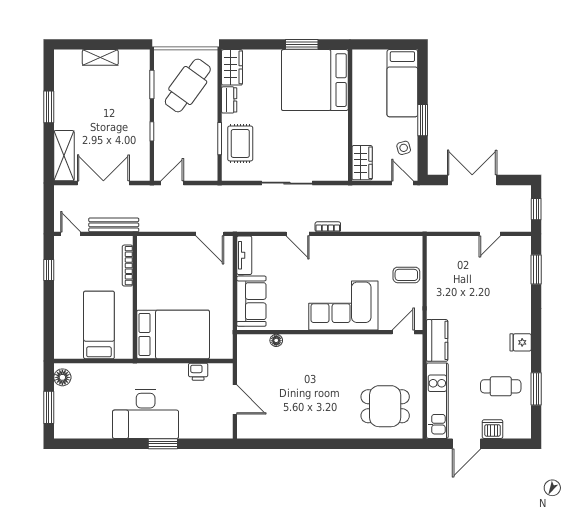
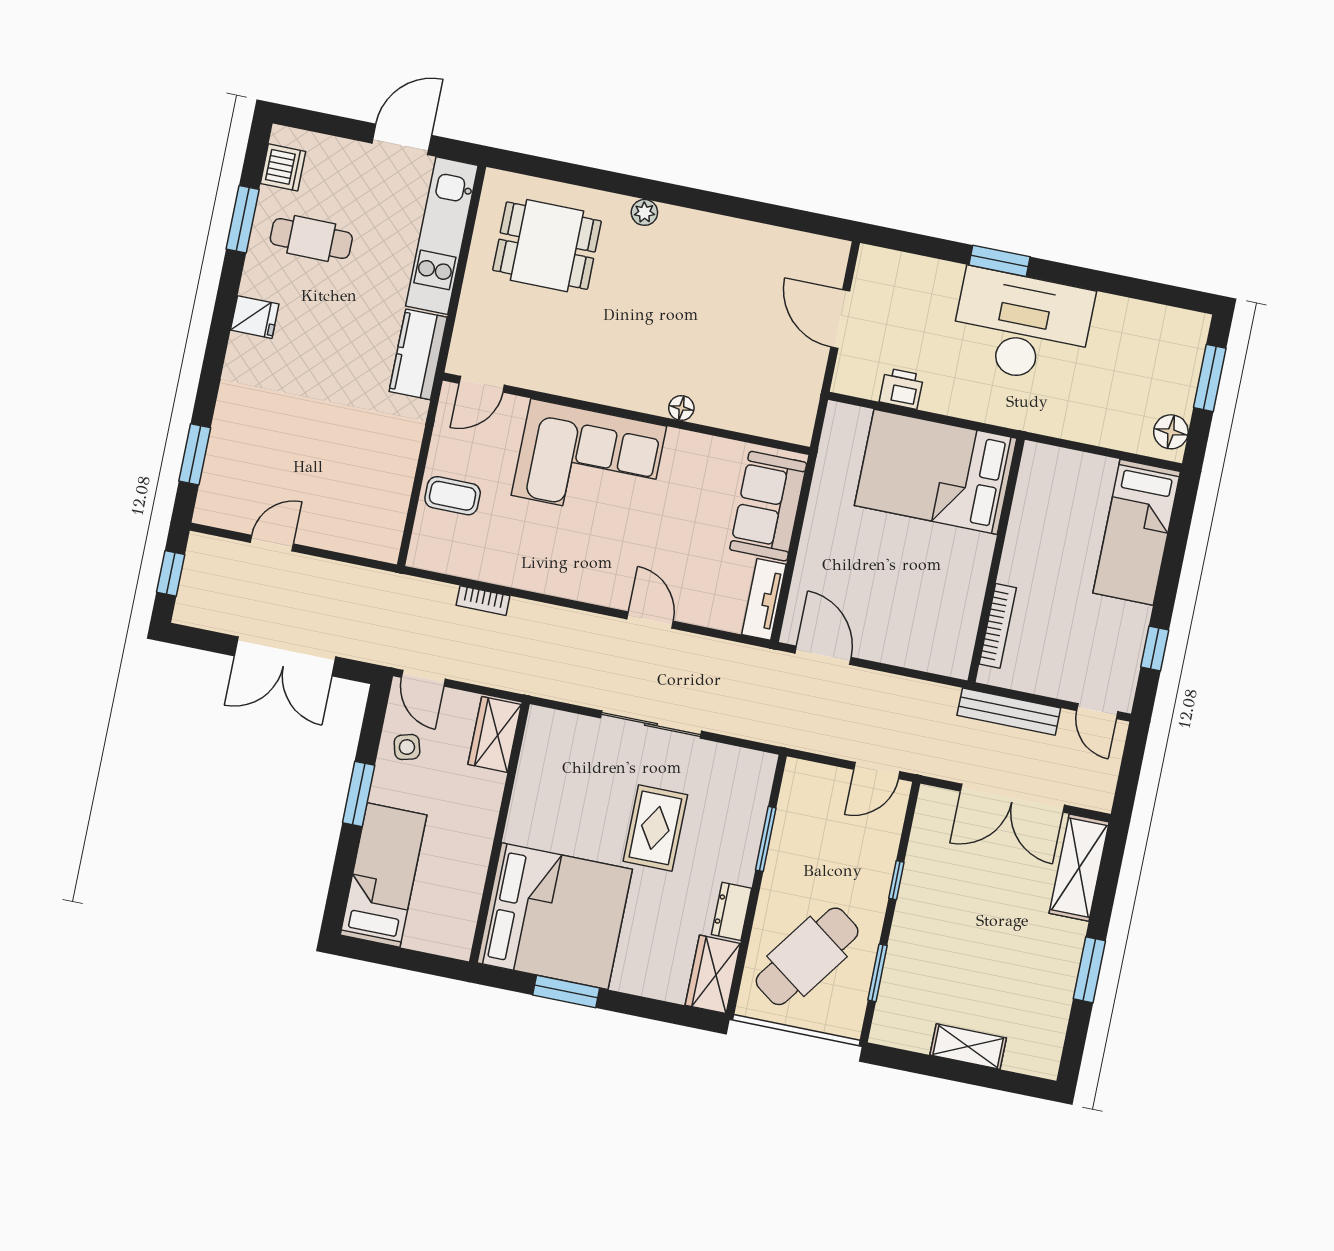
rug: (240, 143) -> (655, 828), moved
bookcase: (328, 227) -> (483, 601), moved
bed: (99, 325) -> (1137, 532), moved
floor lamp: (276, 340) -> (681, 408), moved
dishwasher: (493, 429) -> (283, 167), moved, turned -90
plant: (341, 432) -> (644, 212), added

